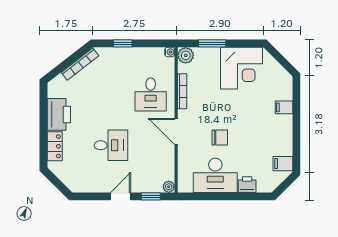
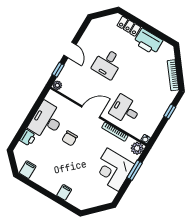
corner desk: (241, 68) -> (113, 170), moved

